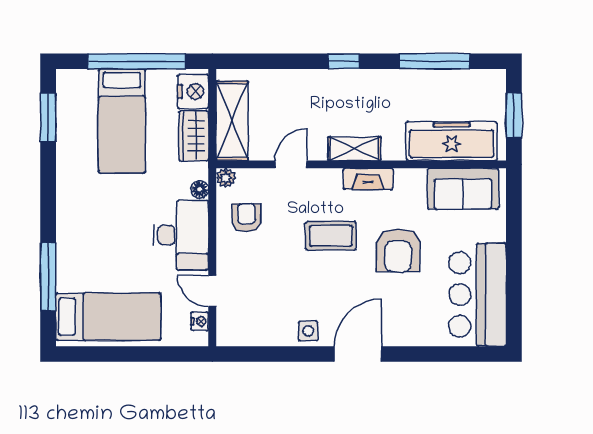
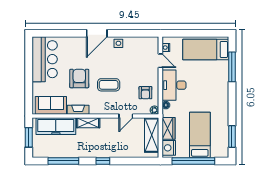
shelving: (354, 149) -> (88, 123), moved
fireplace: (368, 179) -> (78, 110), moved

